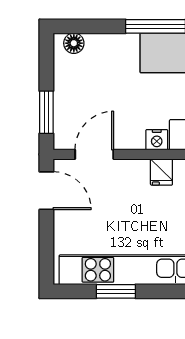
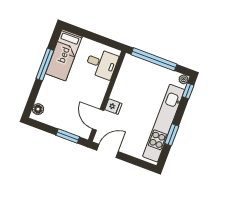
nightstand: (157, 140) -> (103, 85), removed
fridge: (161, 172) -> (113, 107), moved

